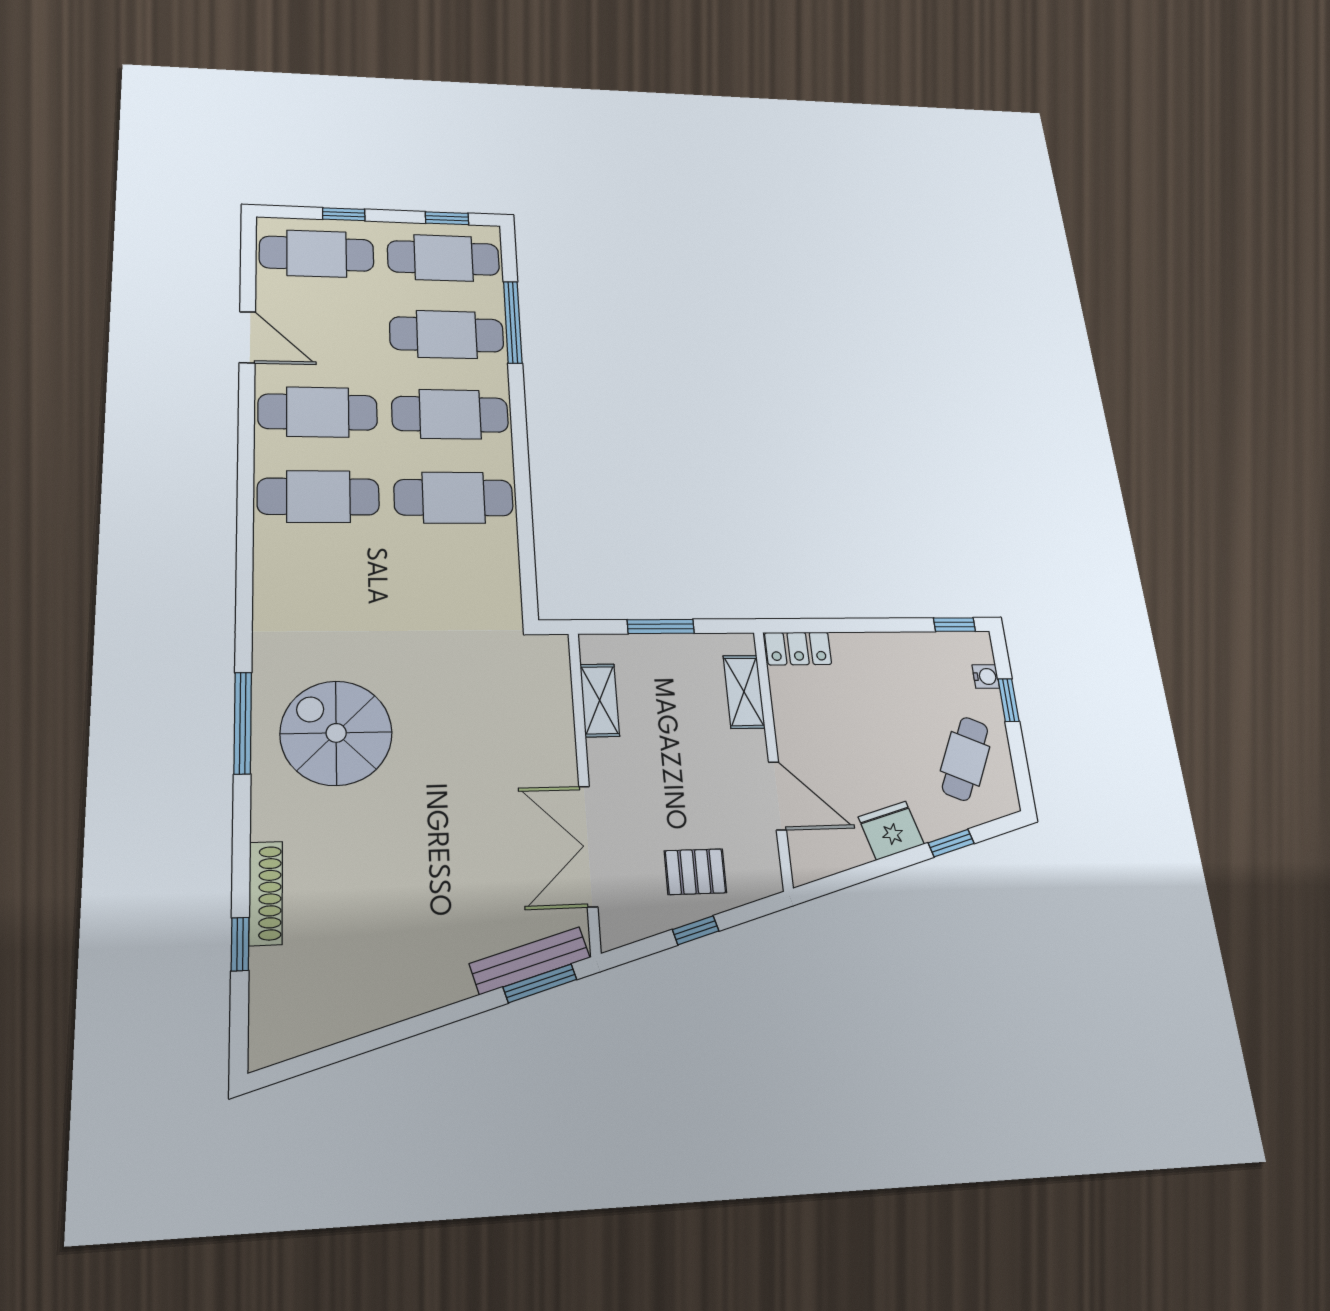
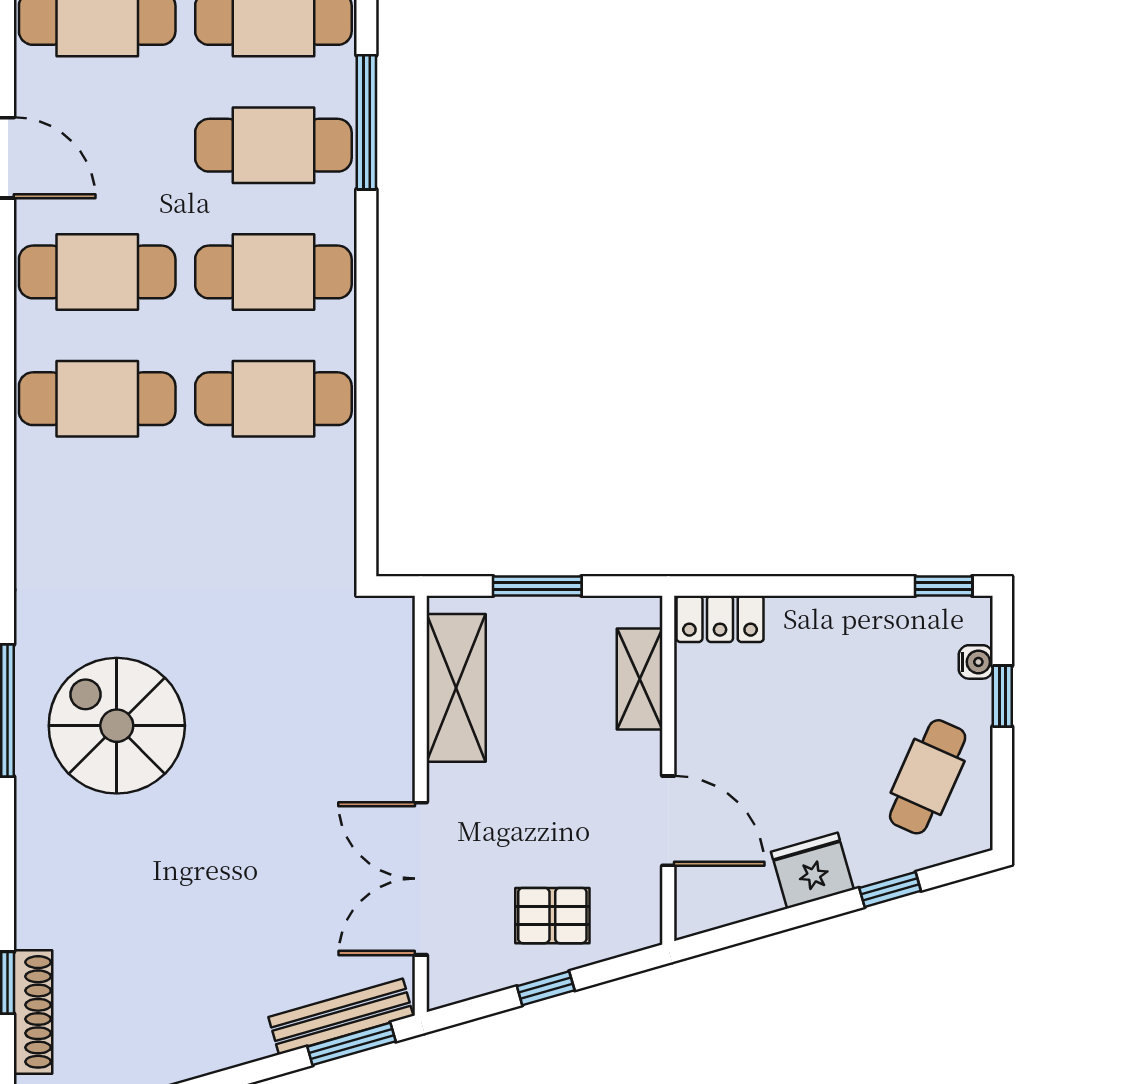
shelving: (600, 700) -> (456, 688), width x1.50, depth x1.33
shoe rack: (266, 893) -> (33, 1012), moved

